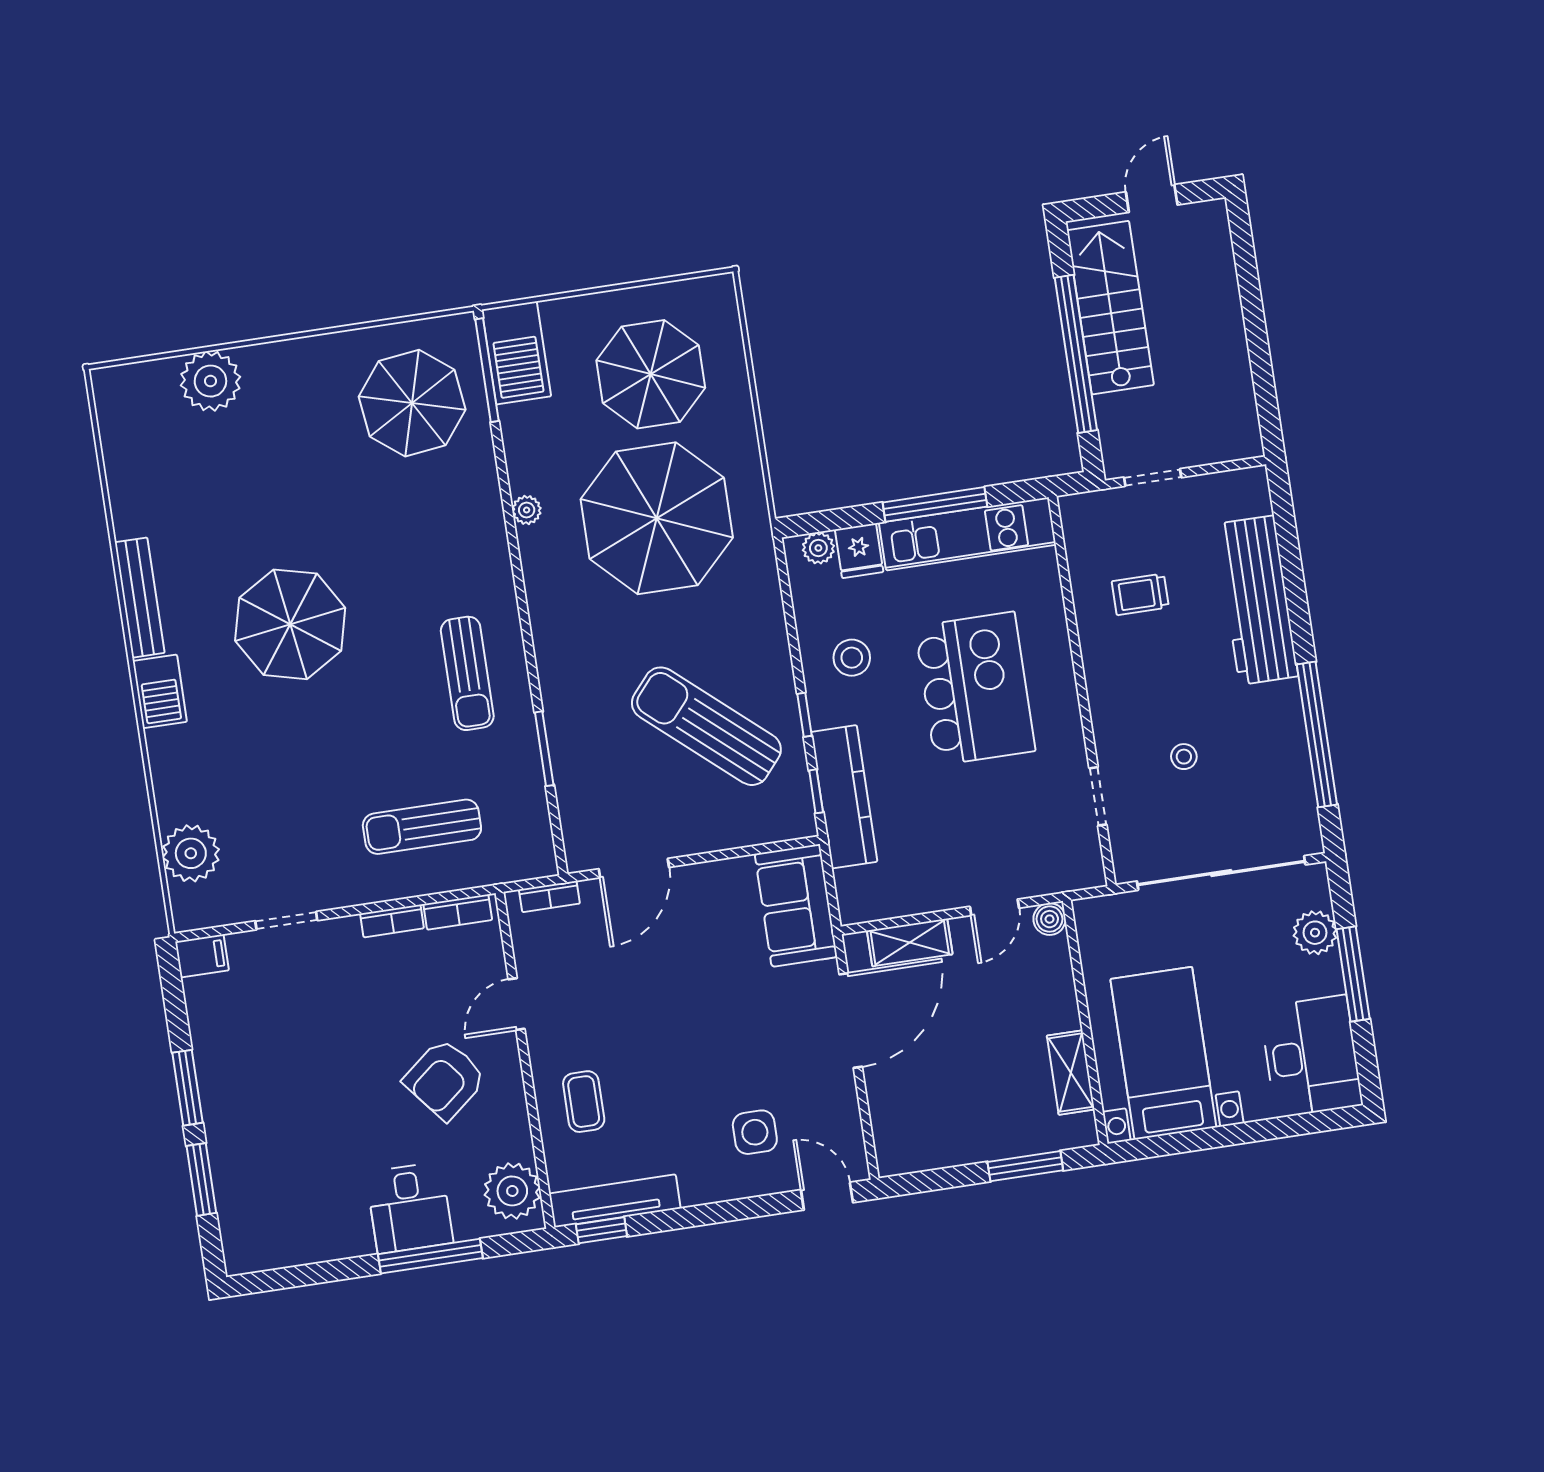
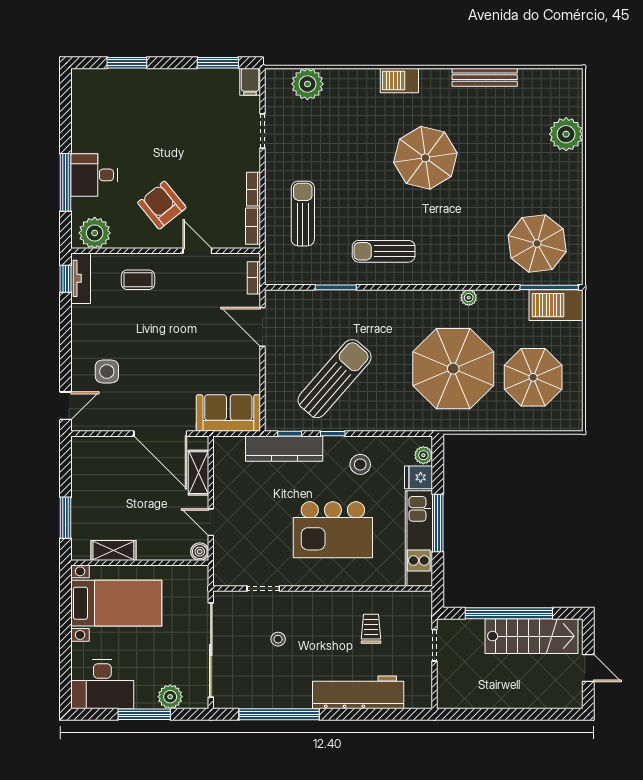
bench: (140, 598) -> (485, 77), moved
window: (188, 1088) -> (218, 63), moved
tv unit: (615, 1201) -> (81, 278), width x0.71

